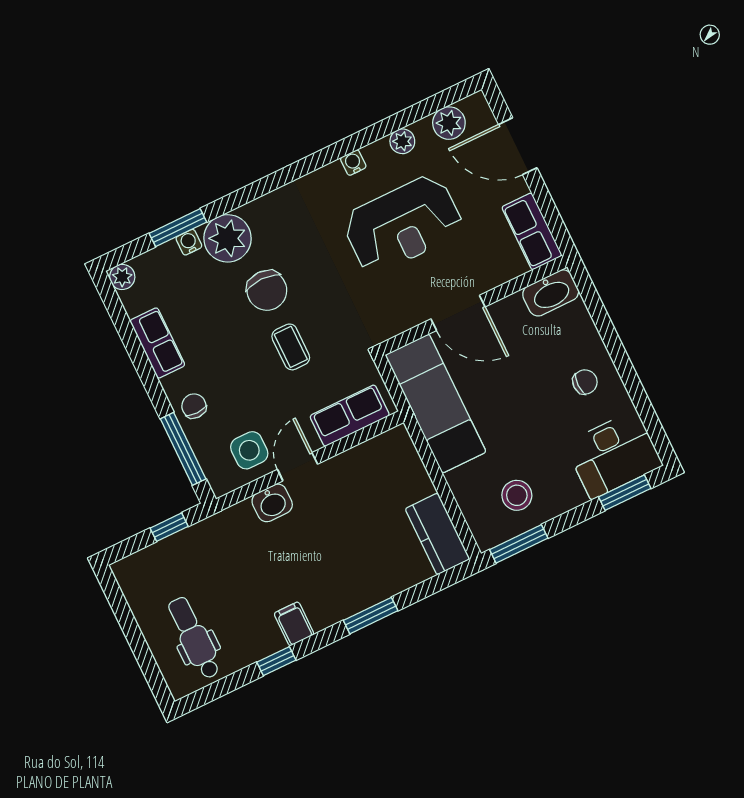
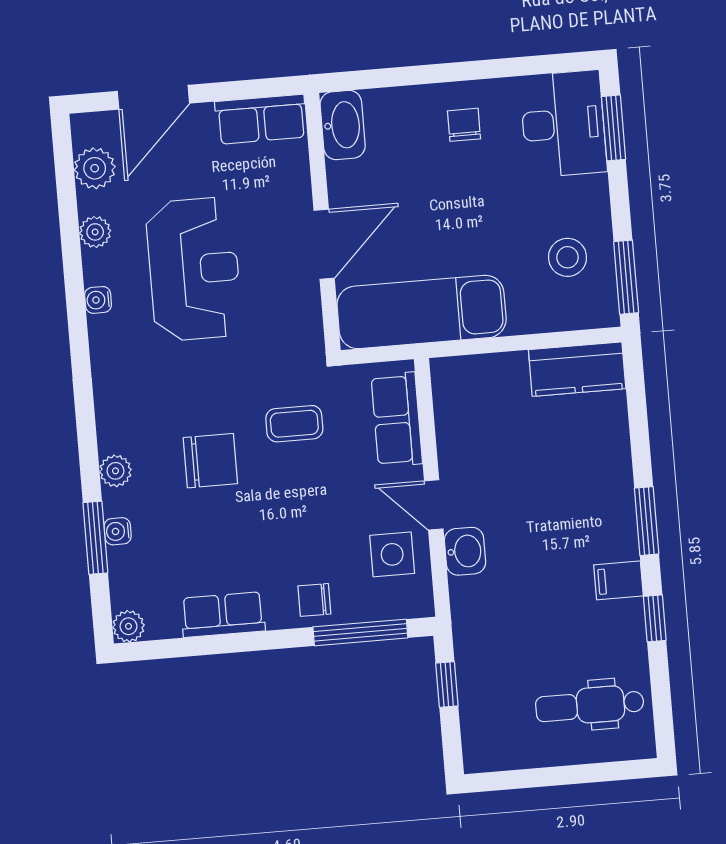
plant: (227, 238) -> (115, 471), width x0.53, depth x0.53
coffee table: (291, 347) -> (294, 424), moved
window: (371, 616) -> (647, 521), moved

